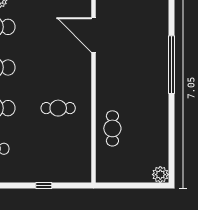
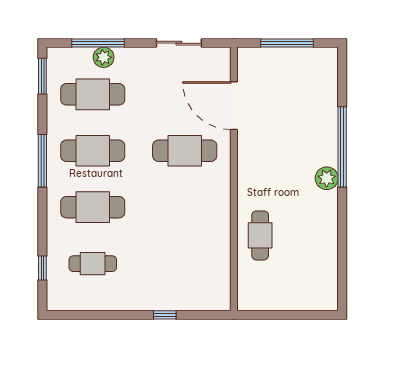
cafe table: (58, 108) -> (185, 151), moved, width x1.37, depth x1.35
plant: (160, 175) -> (327, 178), moved

